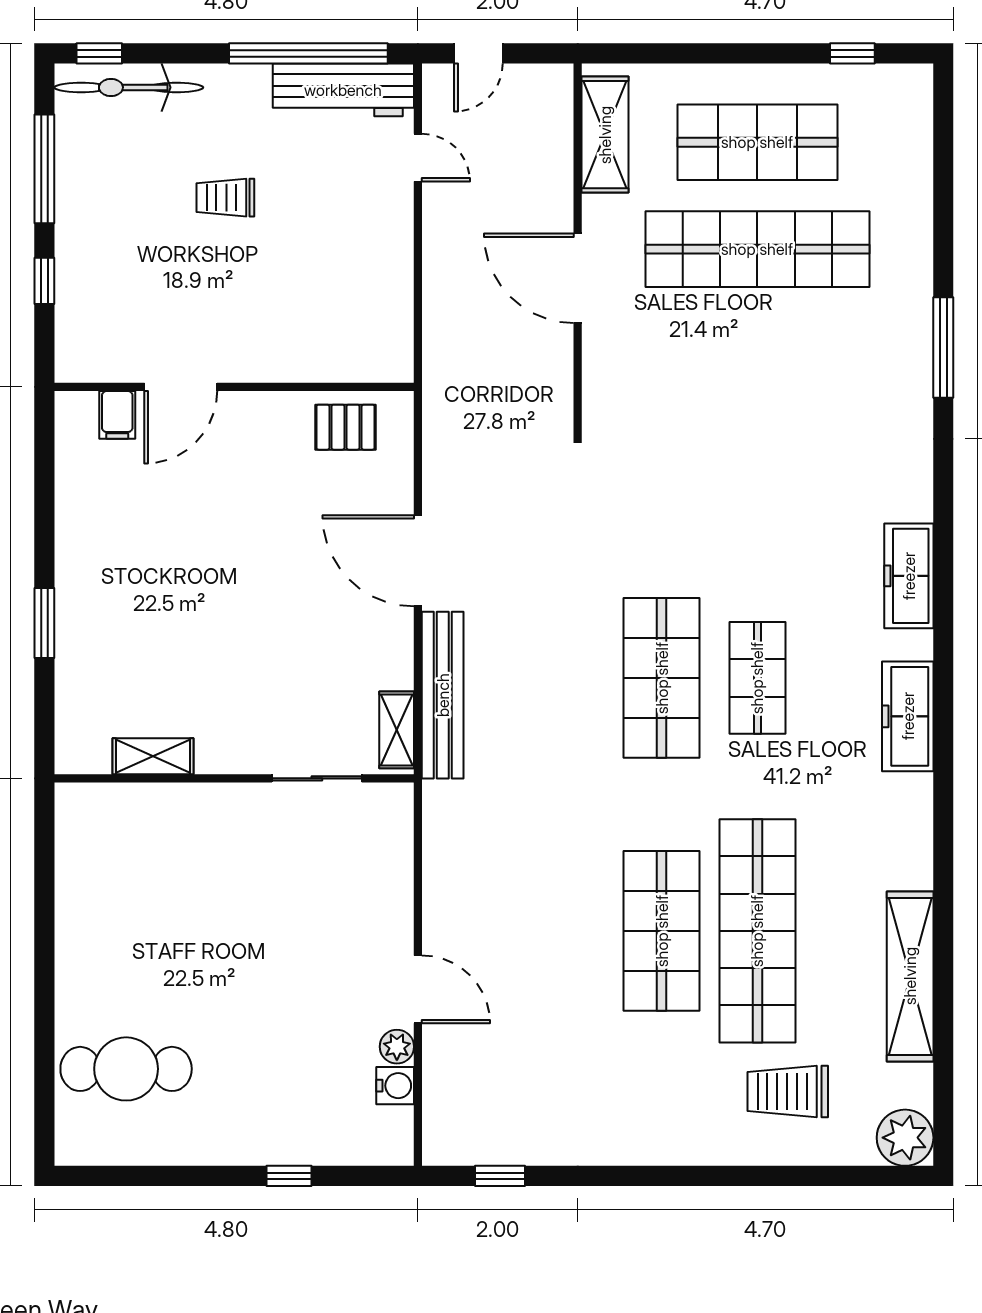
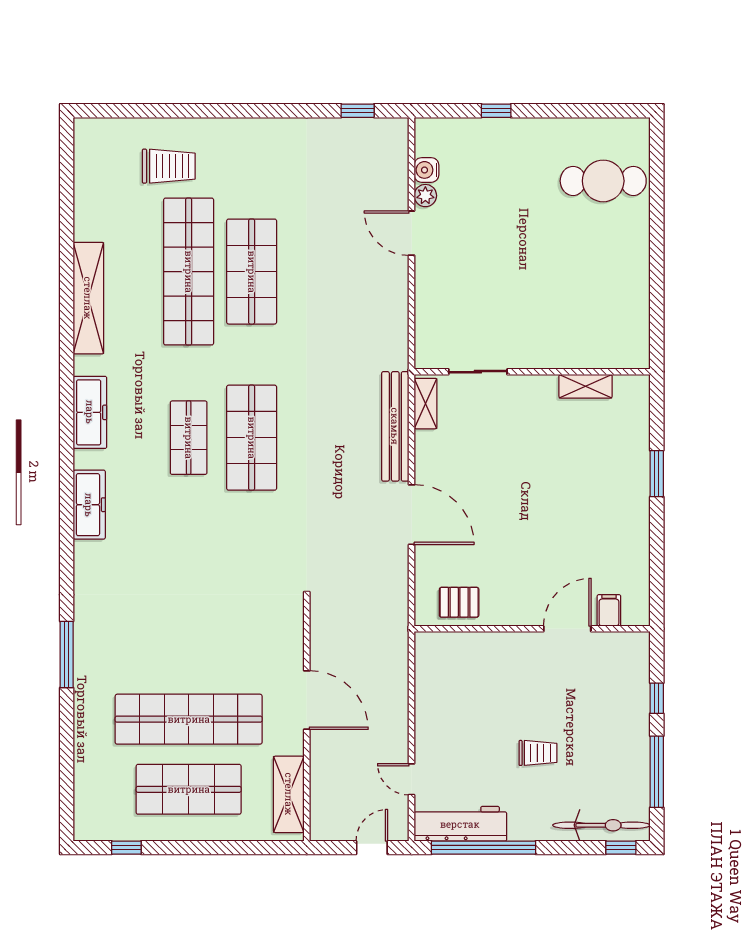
shelving: (910, 976) -> (88, 298), moved
plant: (905, 1138) -> (92, 136), removed

